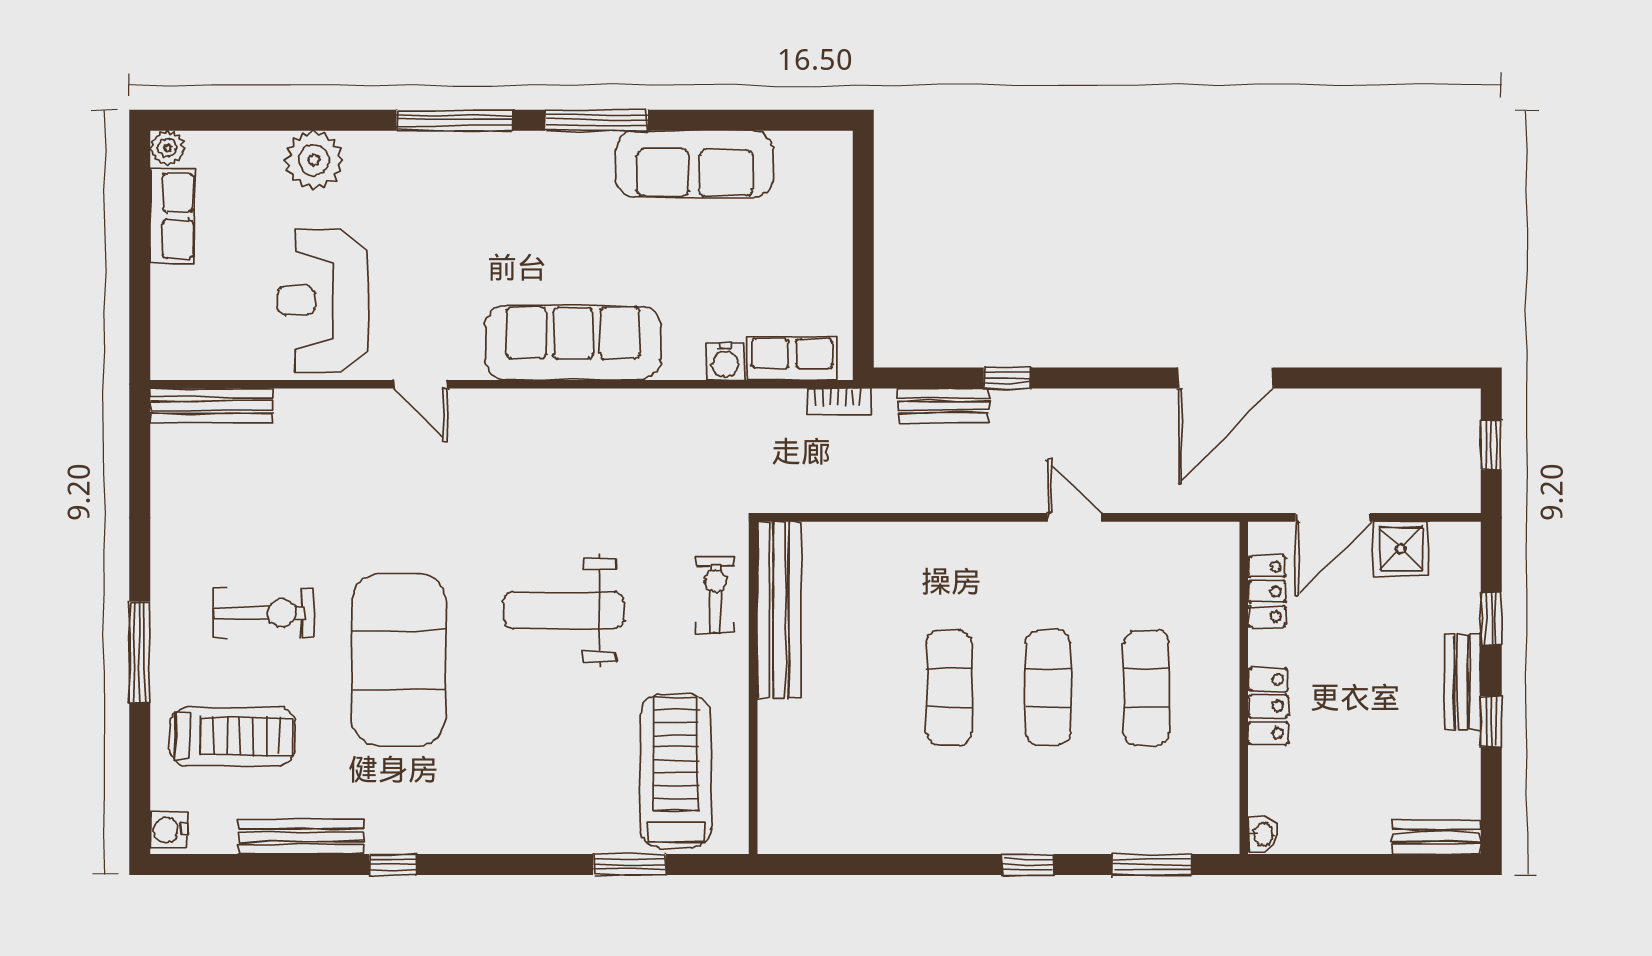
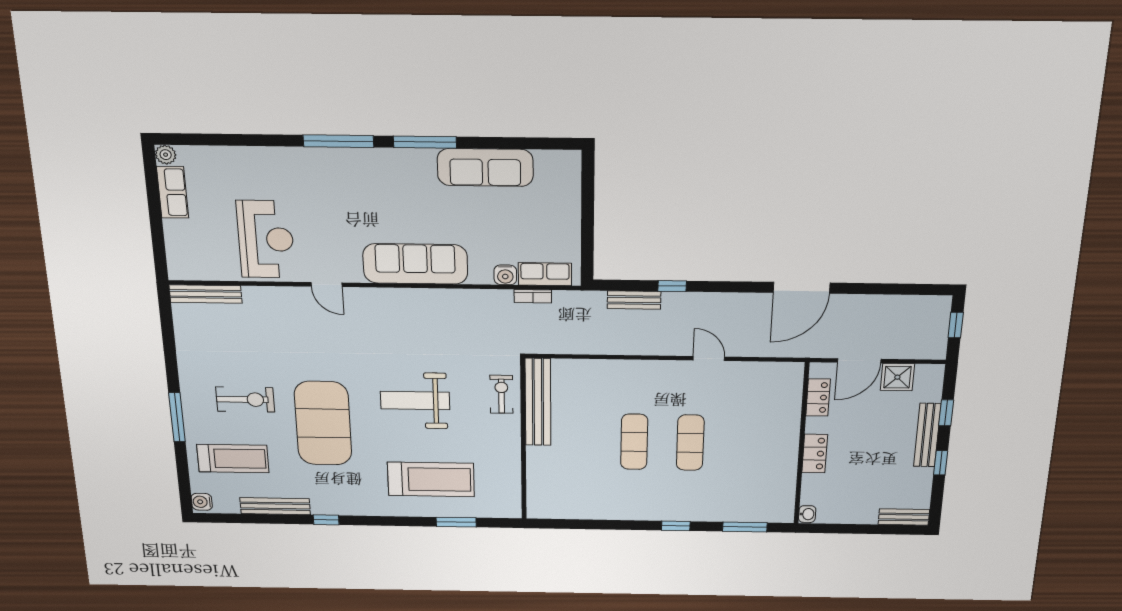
plant: (314, 160) -> (255, 162), removed
reception desk: (322, 300) -> (266, 239), turned 180
bookcase: (838, 401) -> (533, 296), moved
bench: (1463, 682) -> (927, 435), width x1.36
exercise mat: (1147, 688) -> (746, 444), removed
treadmill: (676, 771) -> (431, 479), moved, turned 90

